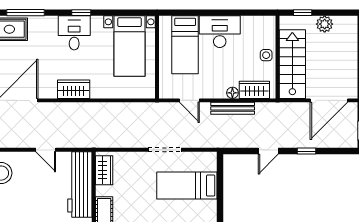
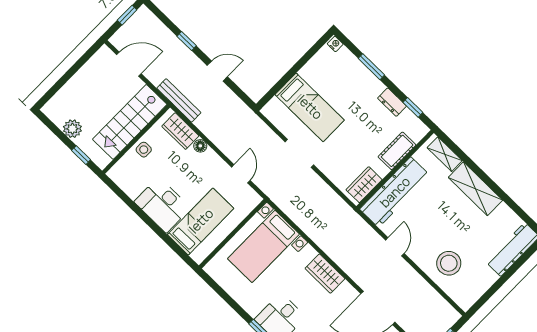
bed with nightstands: (130, 46) -> (263, 246), moved, turned 180
door: (329, 100) -> (129, 64), width x0.73
bench: (233, 108) -> (179, 100), moved

